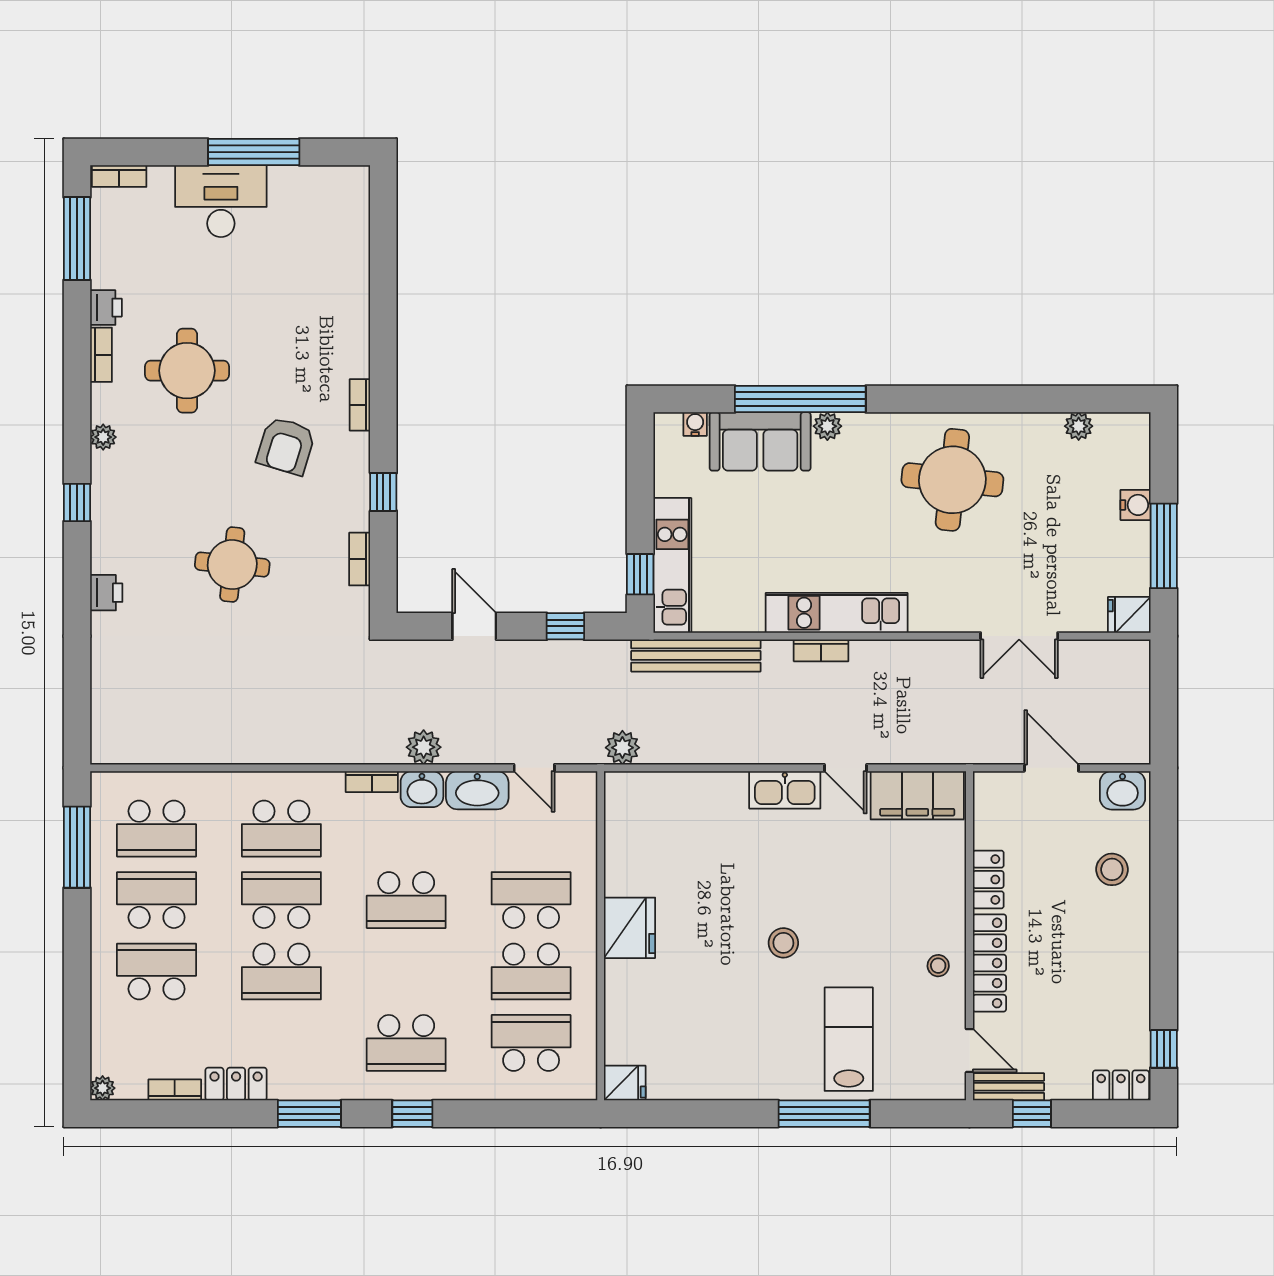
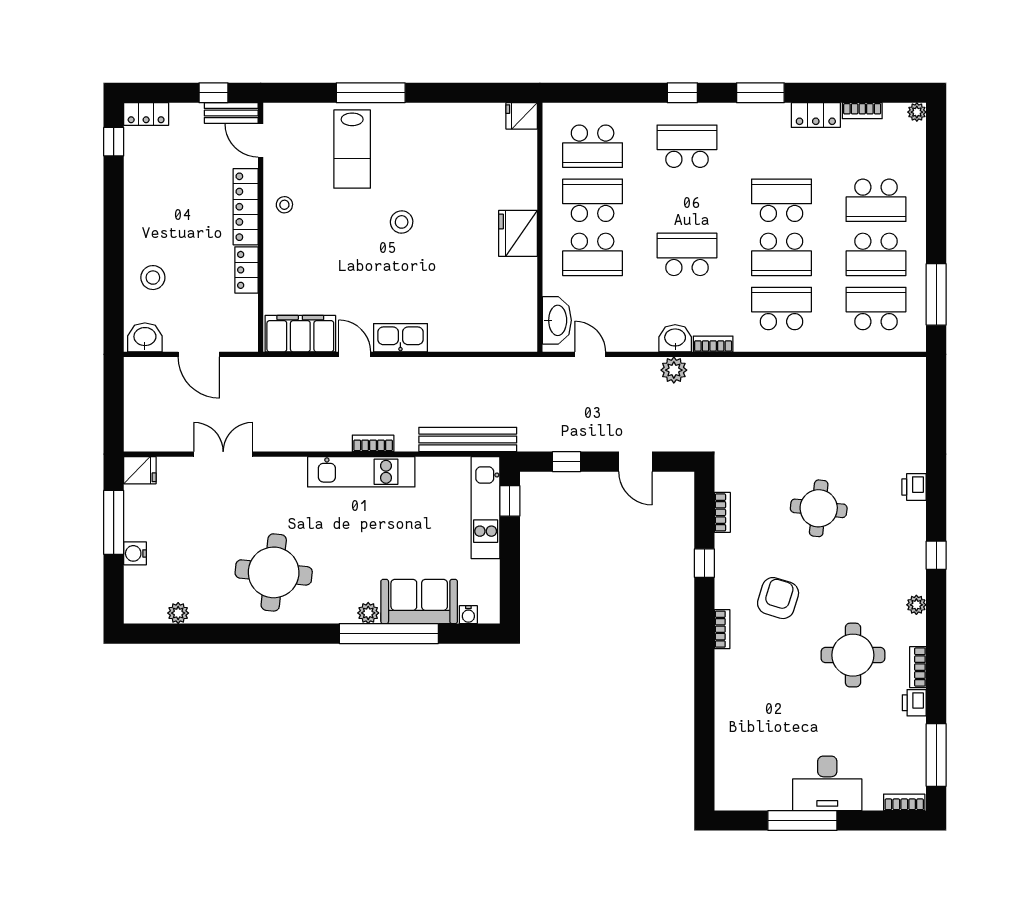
plant: (622, 748) -> (523, 370), removed
washbasin: (477, 790) -> (557, 320), moved, turned 90

